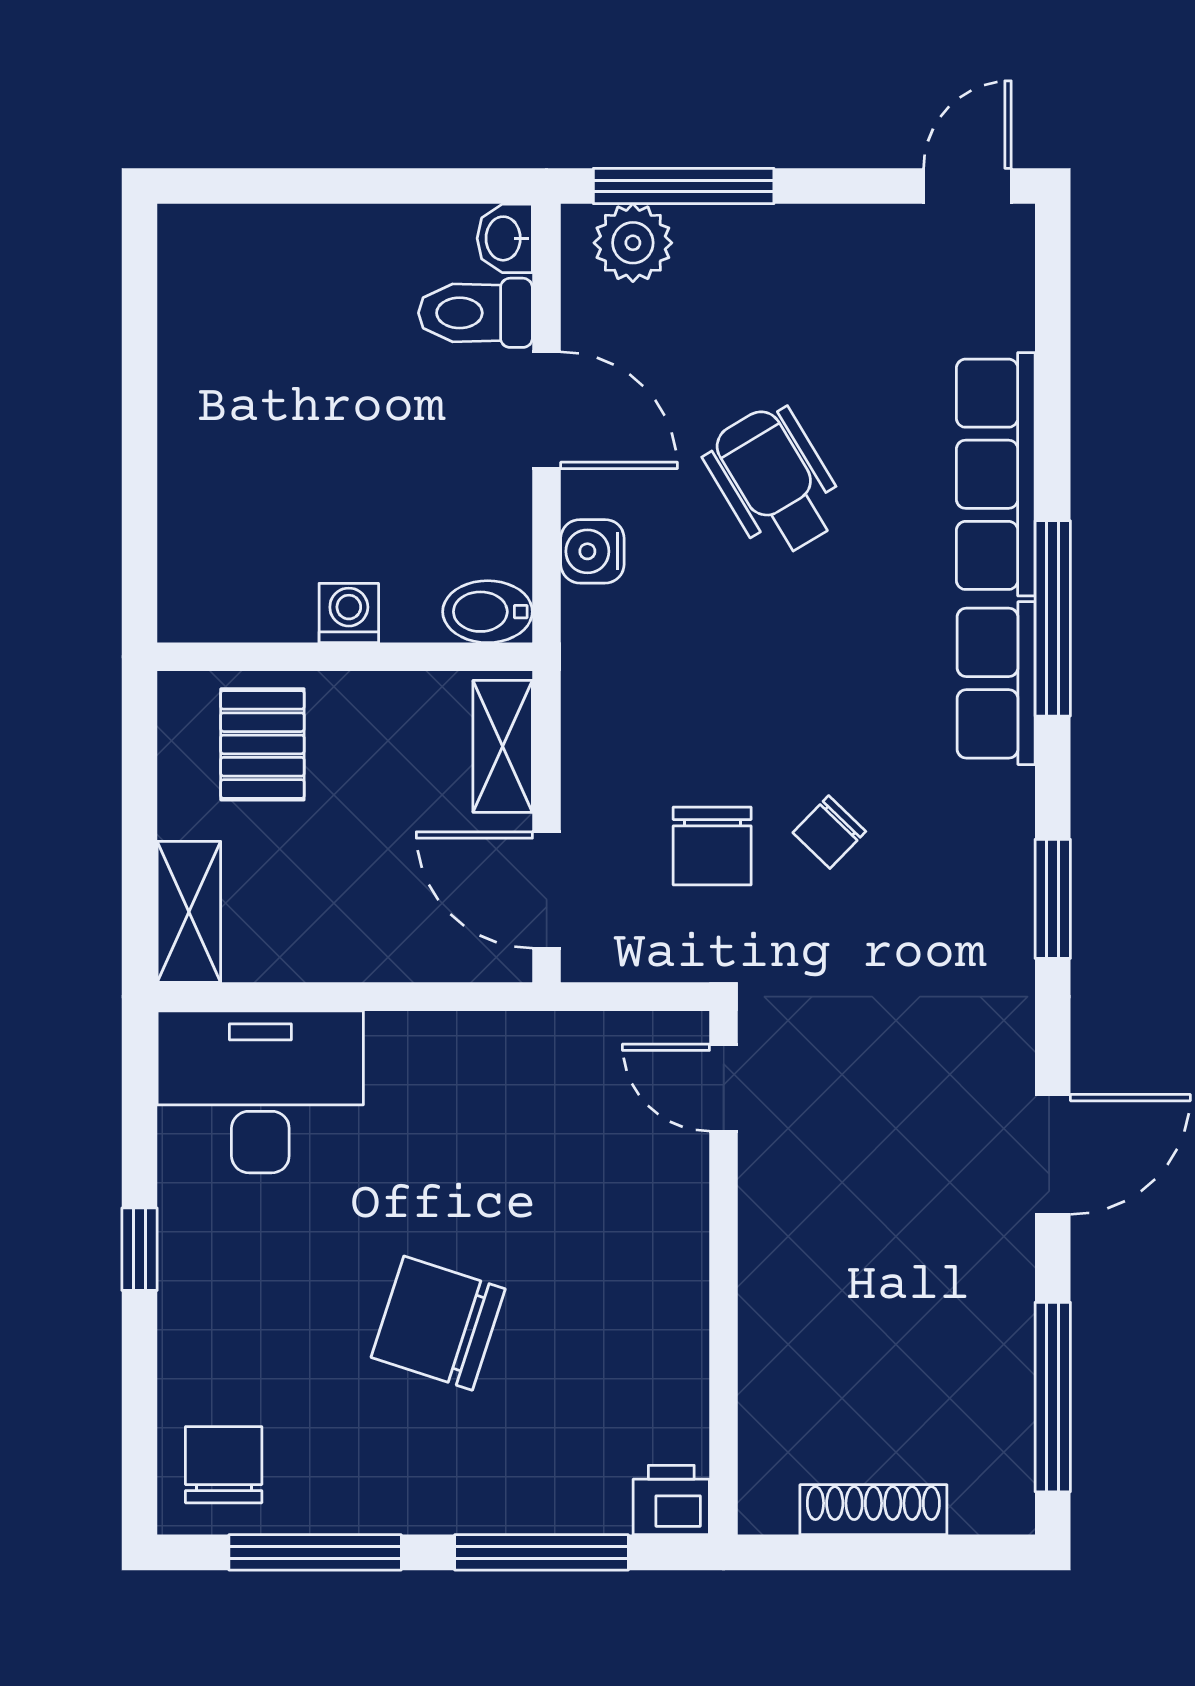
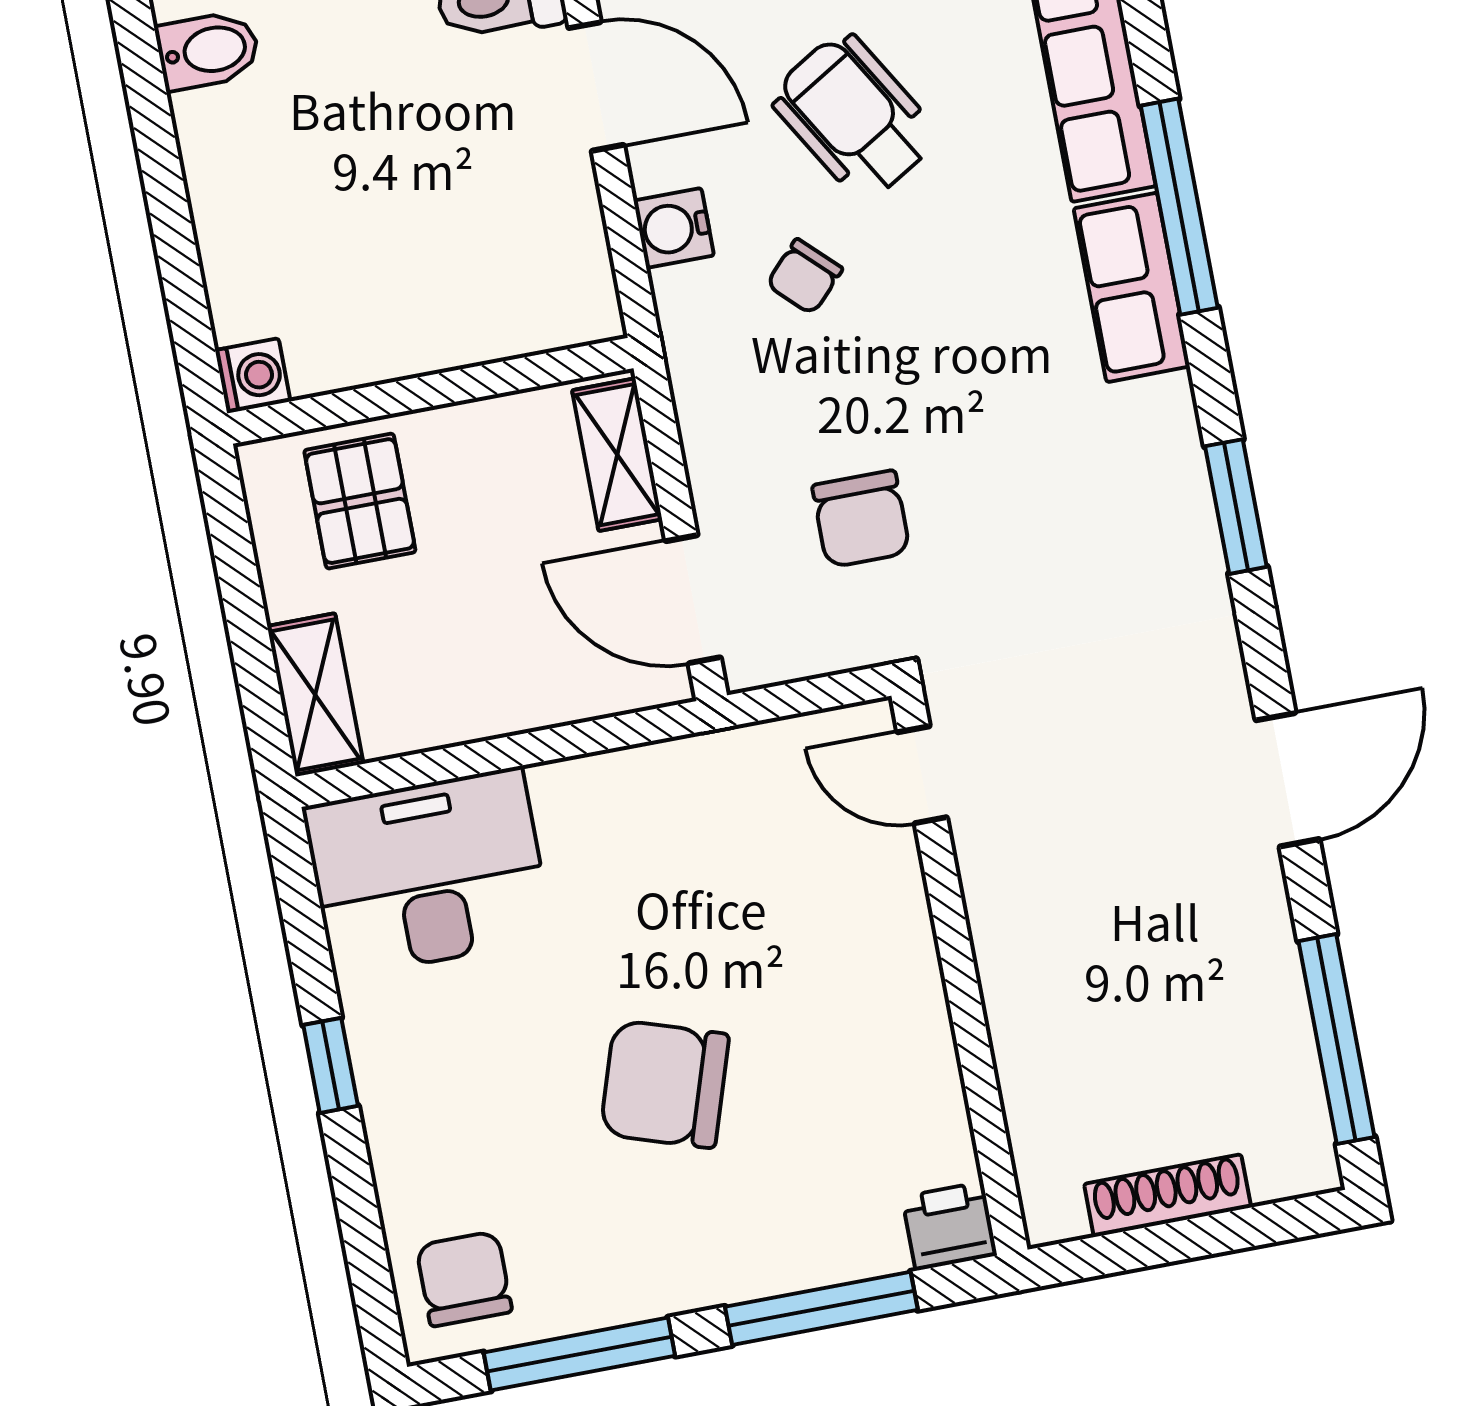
bidet: (488, 612) -> (208, 51), moved, turned 180
washing machine: (349, 613) -> (253, 376), moved, turned 90
chair: (829, 832) -> (804, 277), moved

